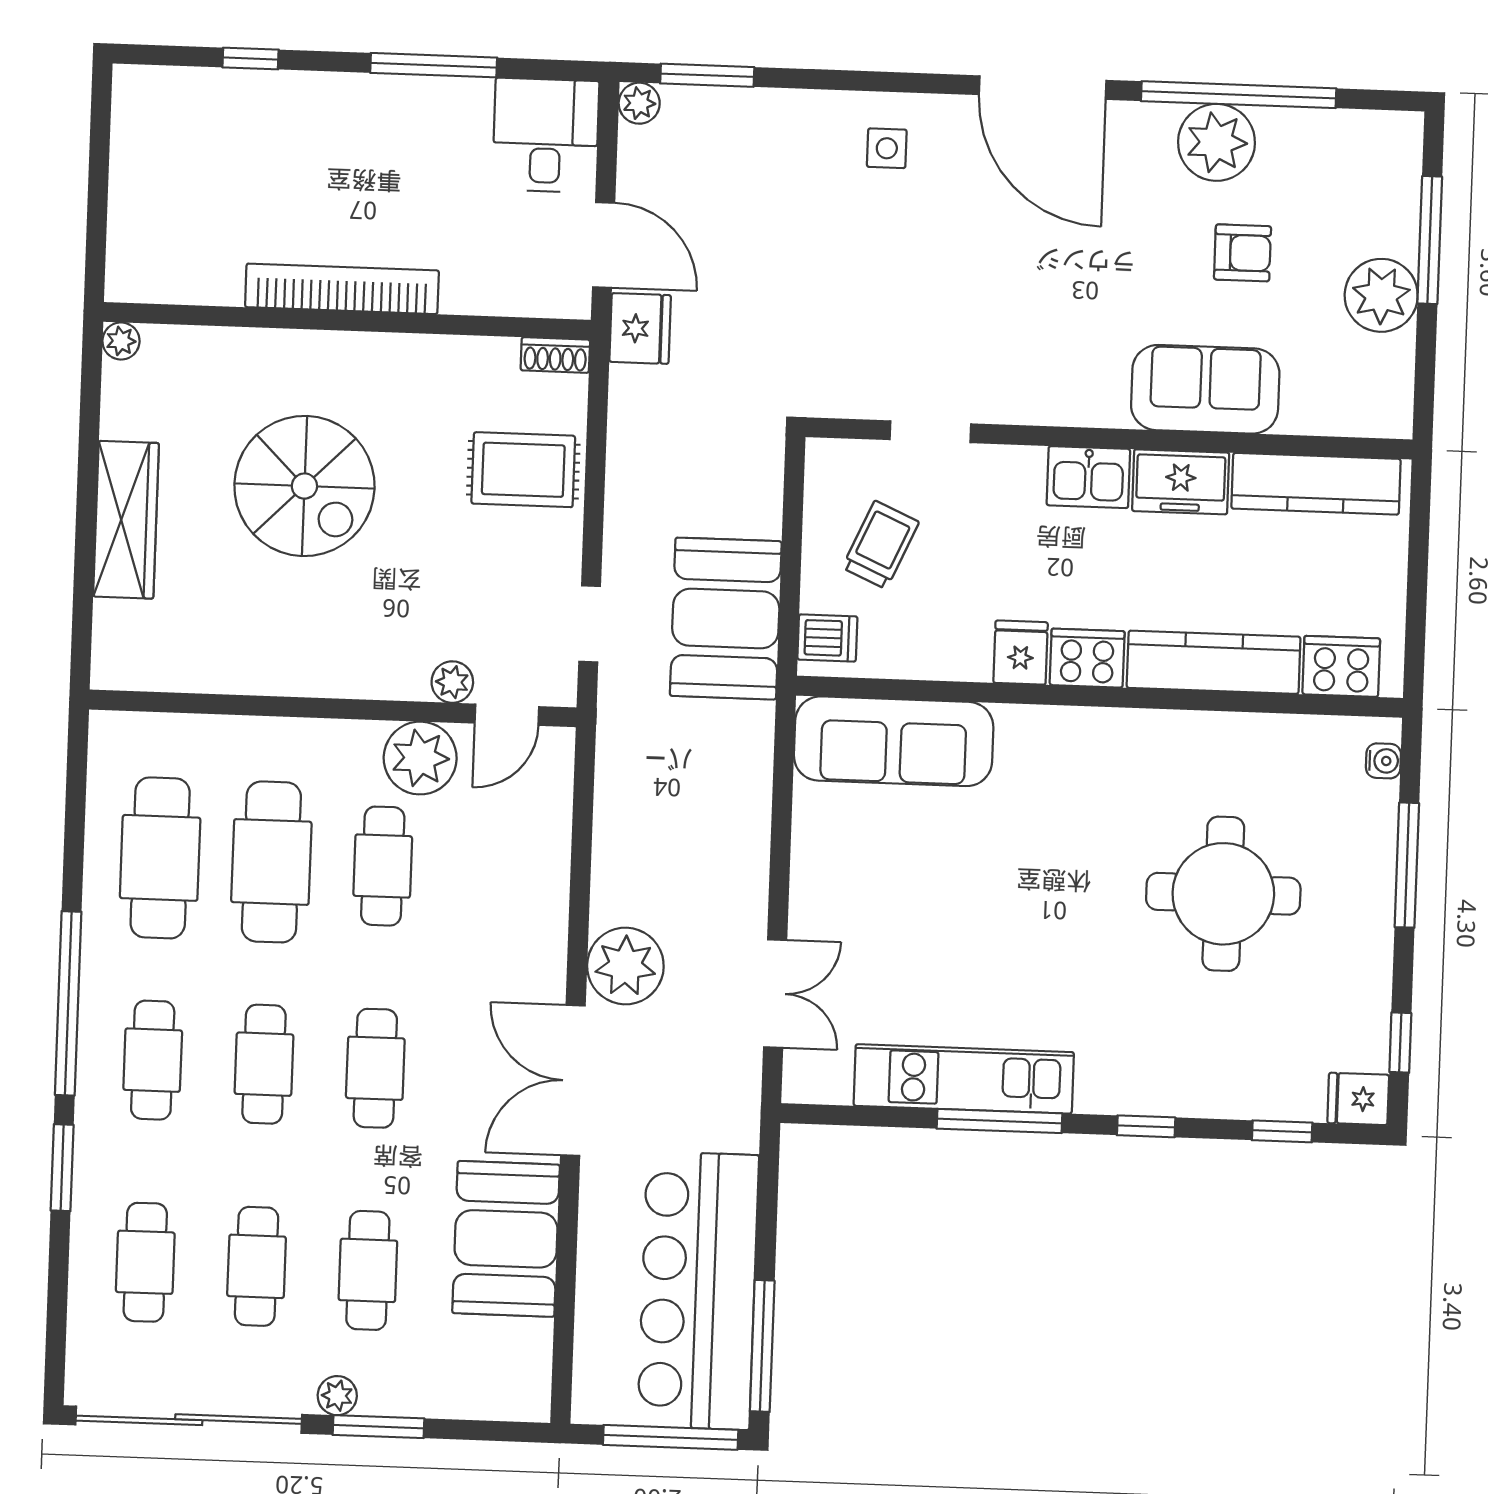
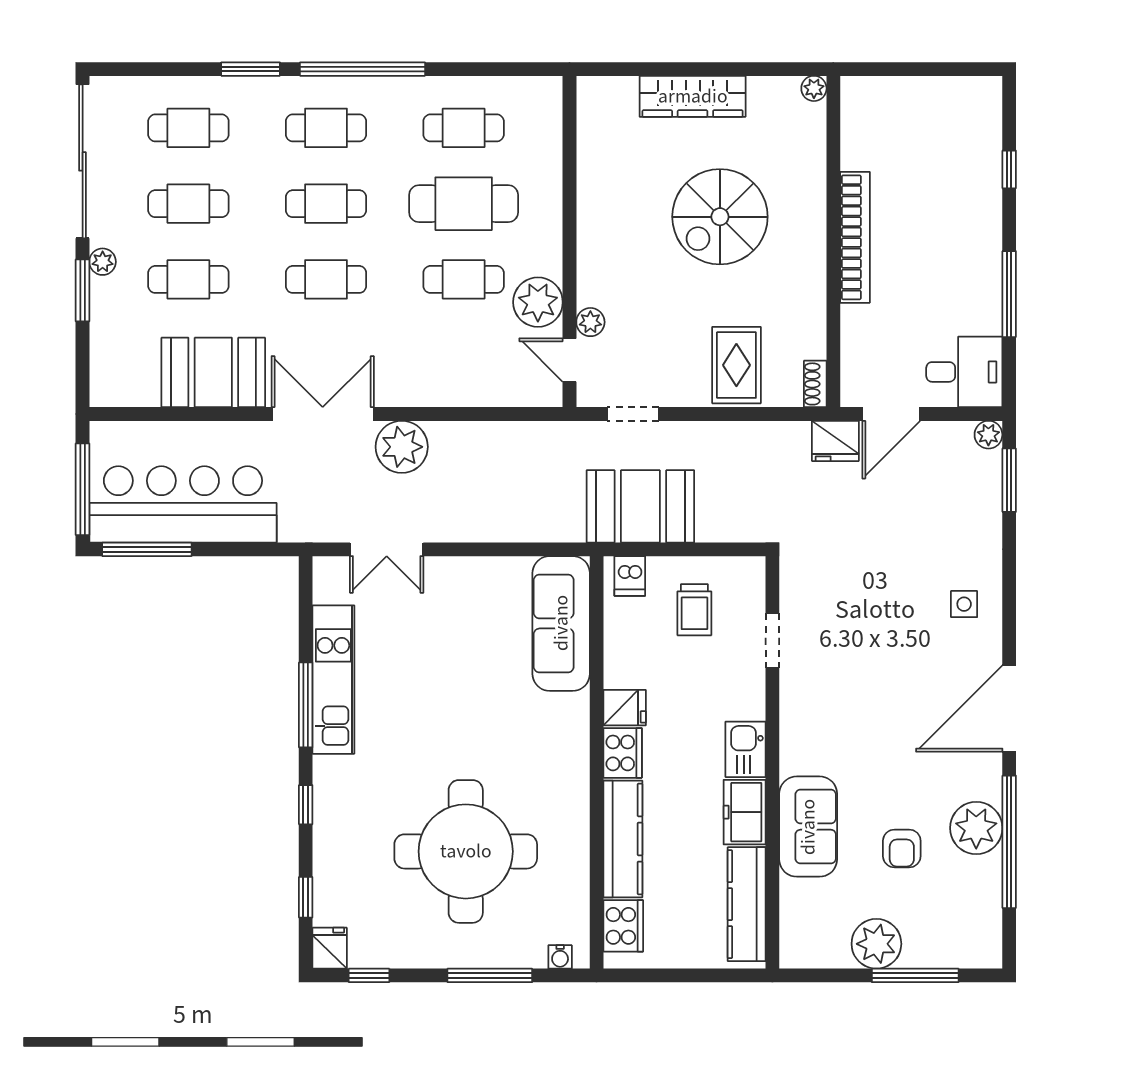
trolley: (881, 545) -> (694, 610), turned 66
cafe table: (160, 858) -> (464, 128), width x0.73, depth x0.74
round table: (1223, 894) -> (466, 851), width x1.36, depth x1.36

